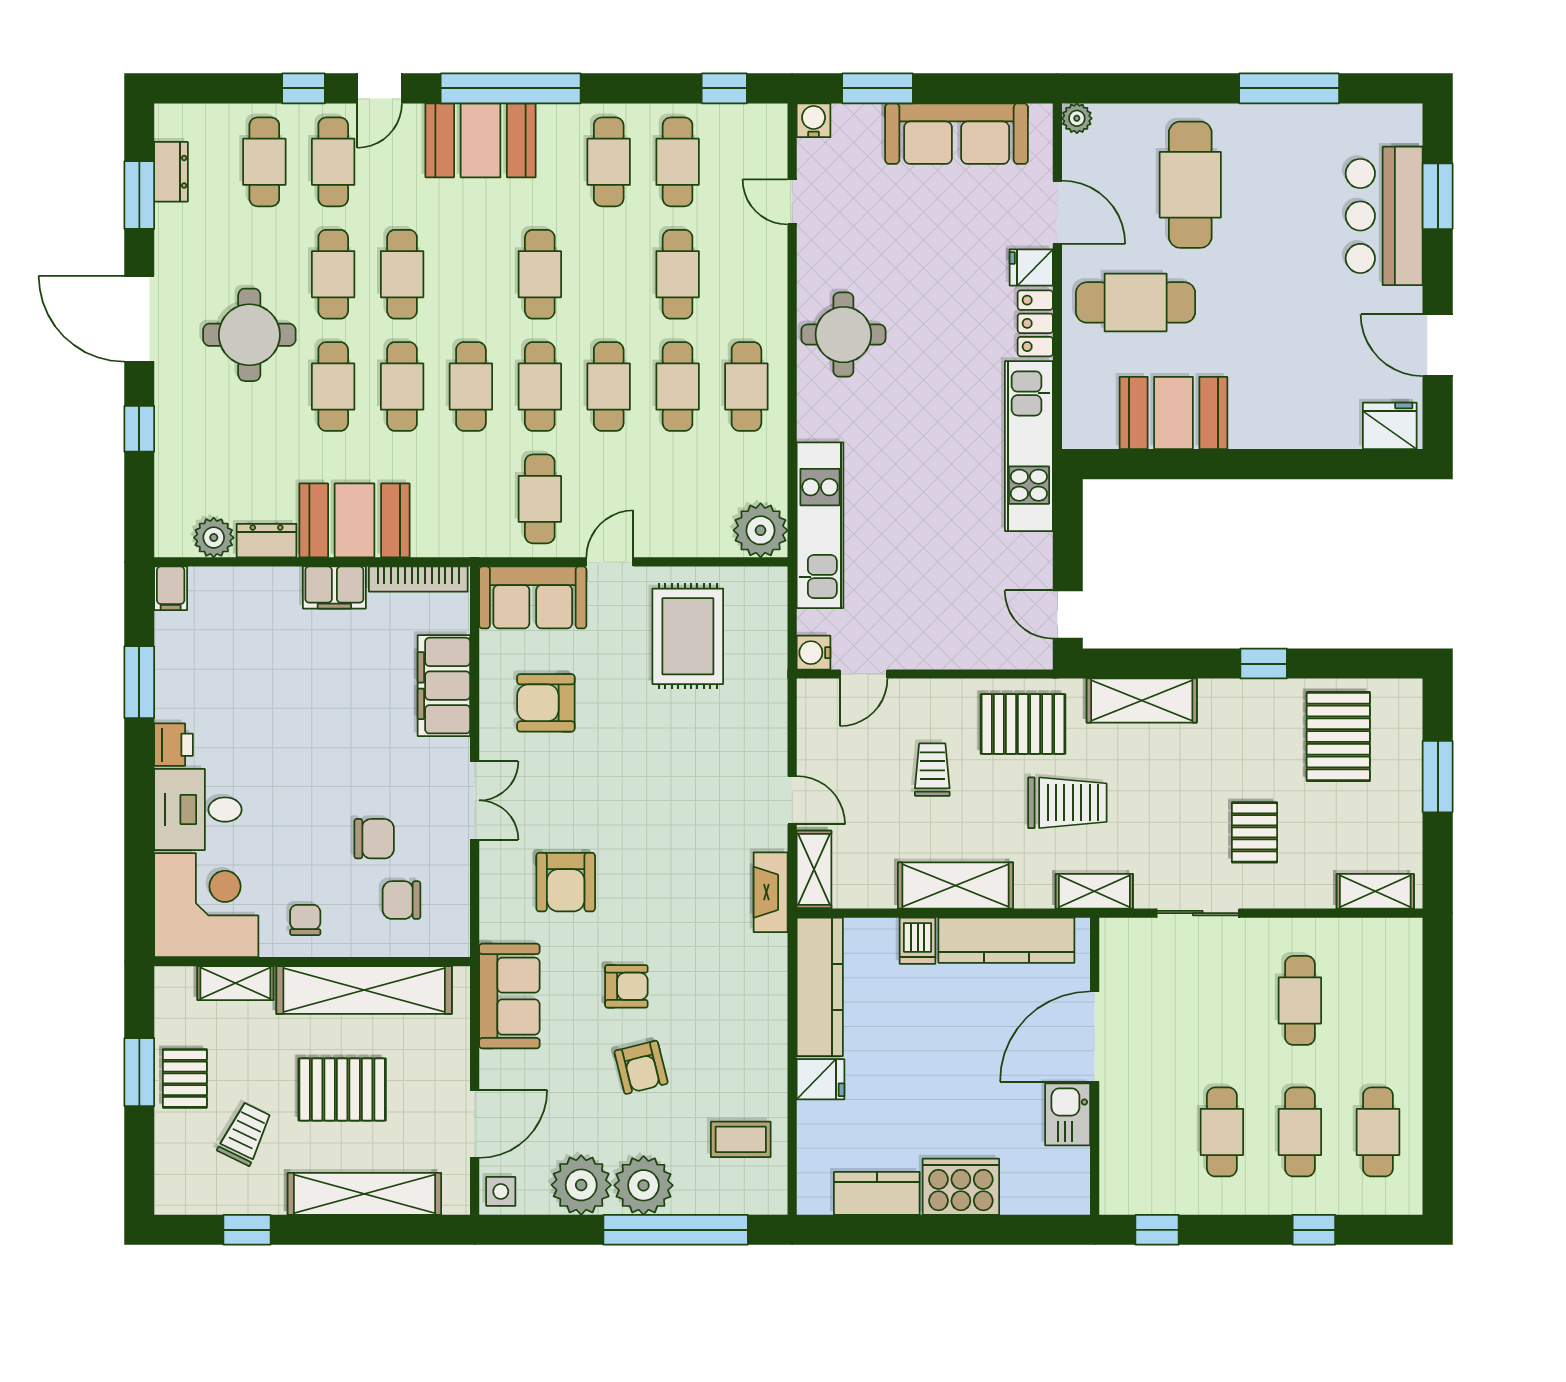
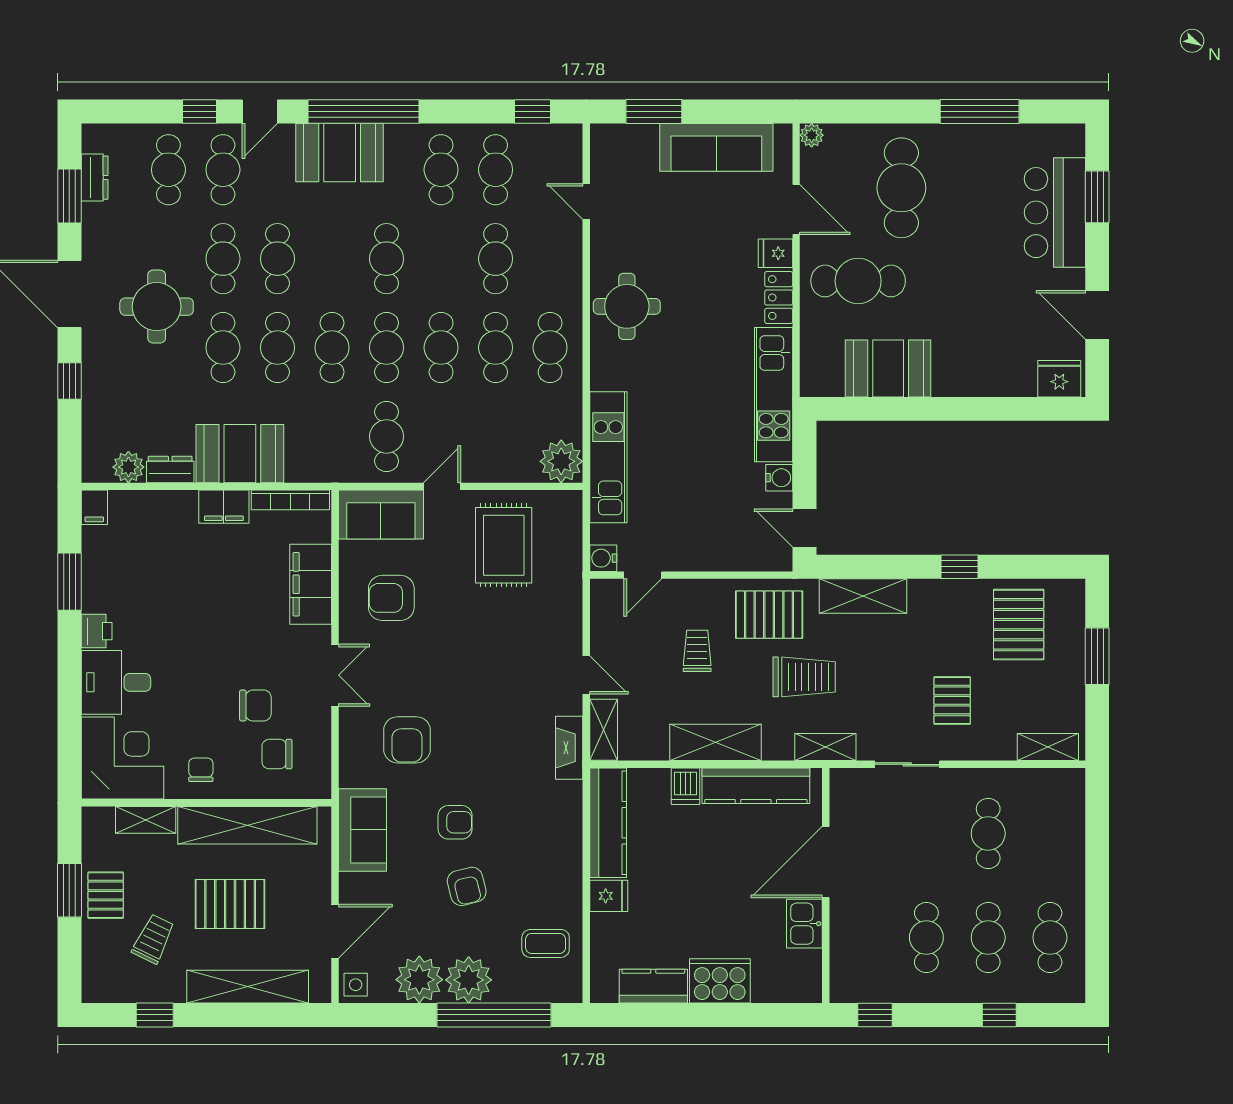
water cooler: (814, 120) -> (779, 478), moved, turned 90

